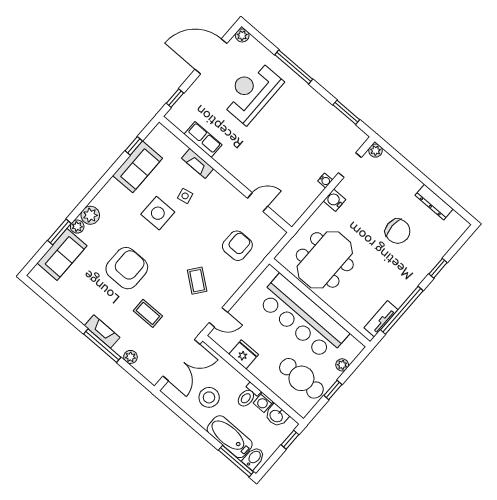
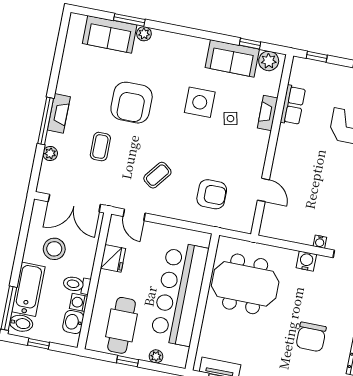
plant: (90, 215) -> (269, 61), moved
armchair: (127, 268) -> (132, 103), turned 90
window: (290, 440) -> (39, 344), moved

